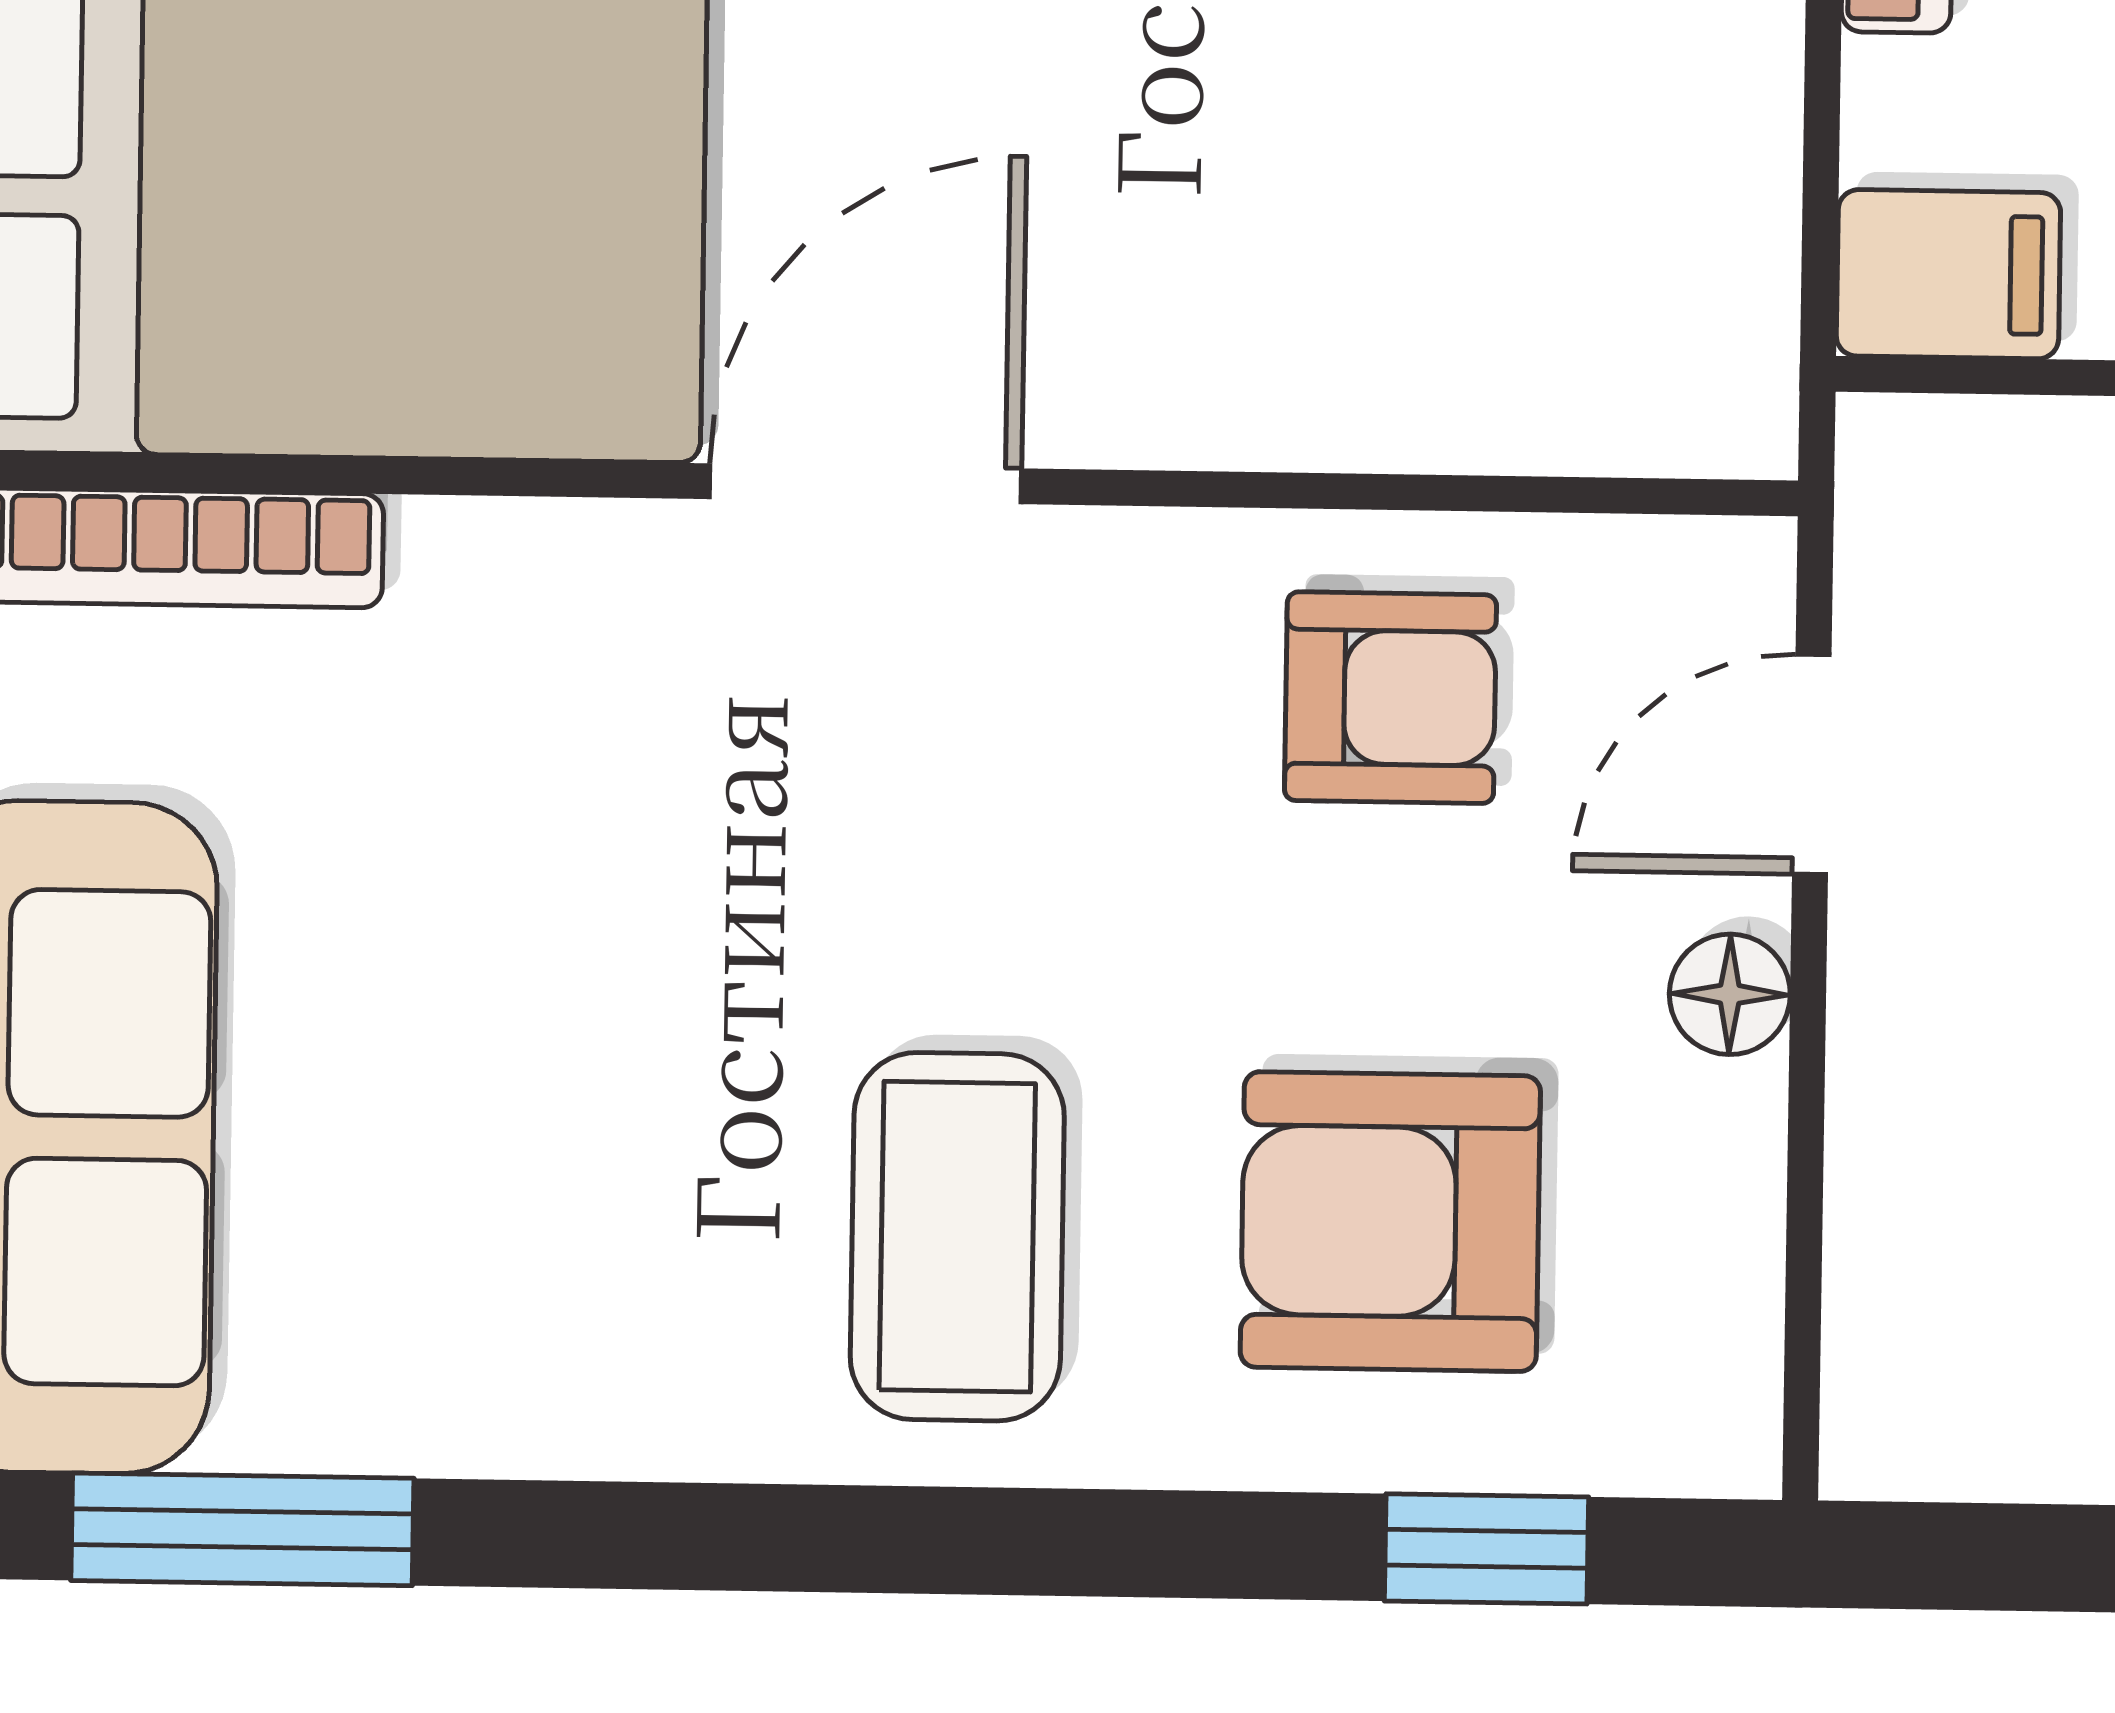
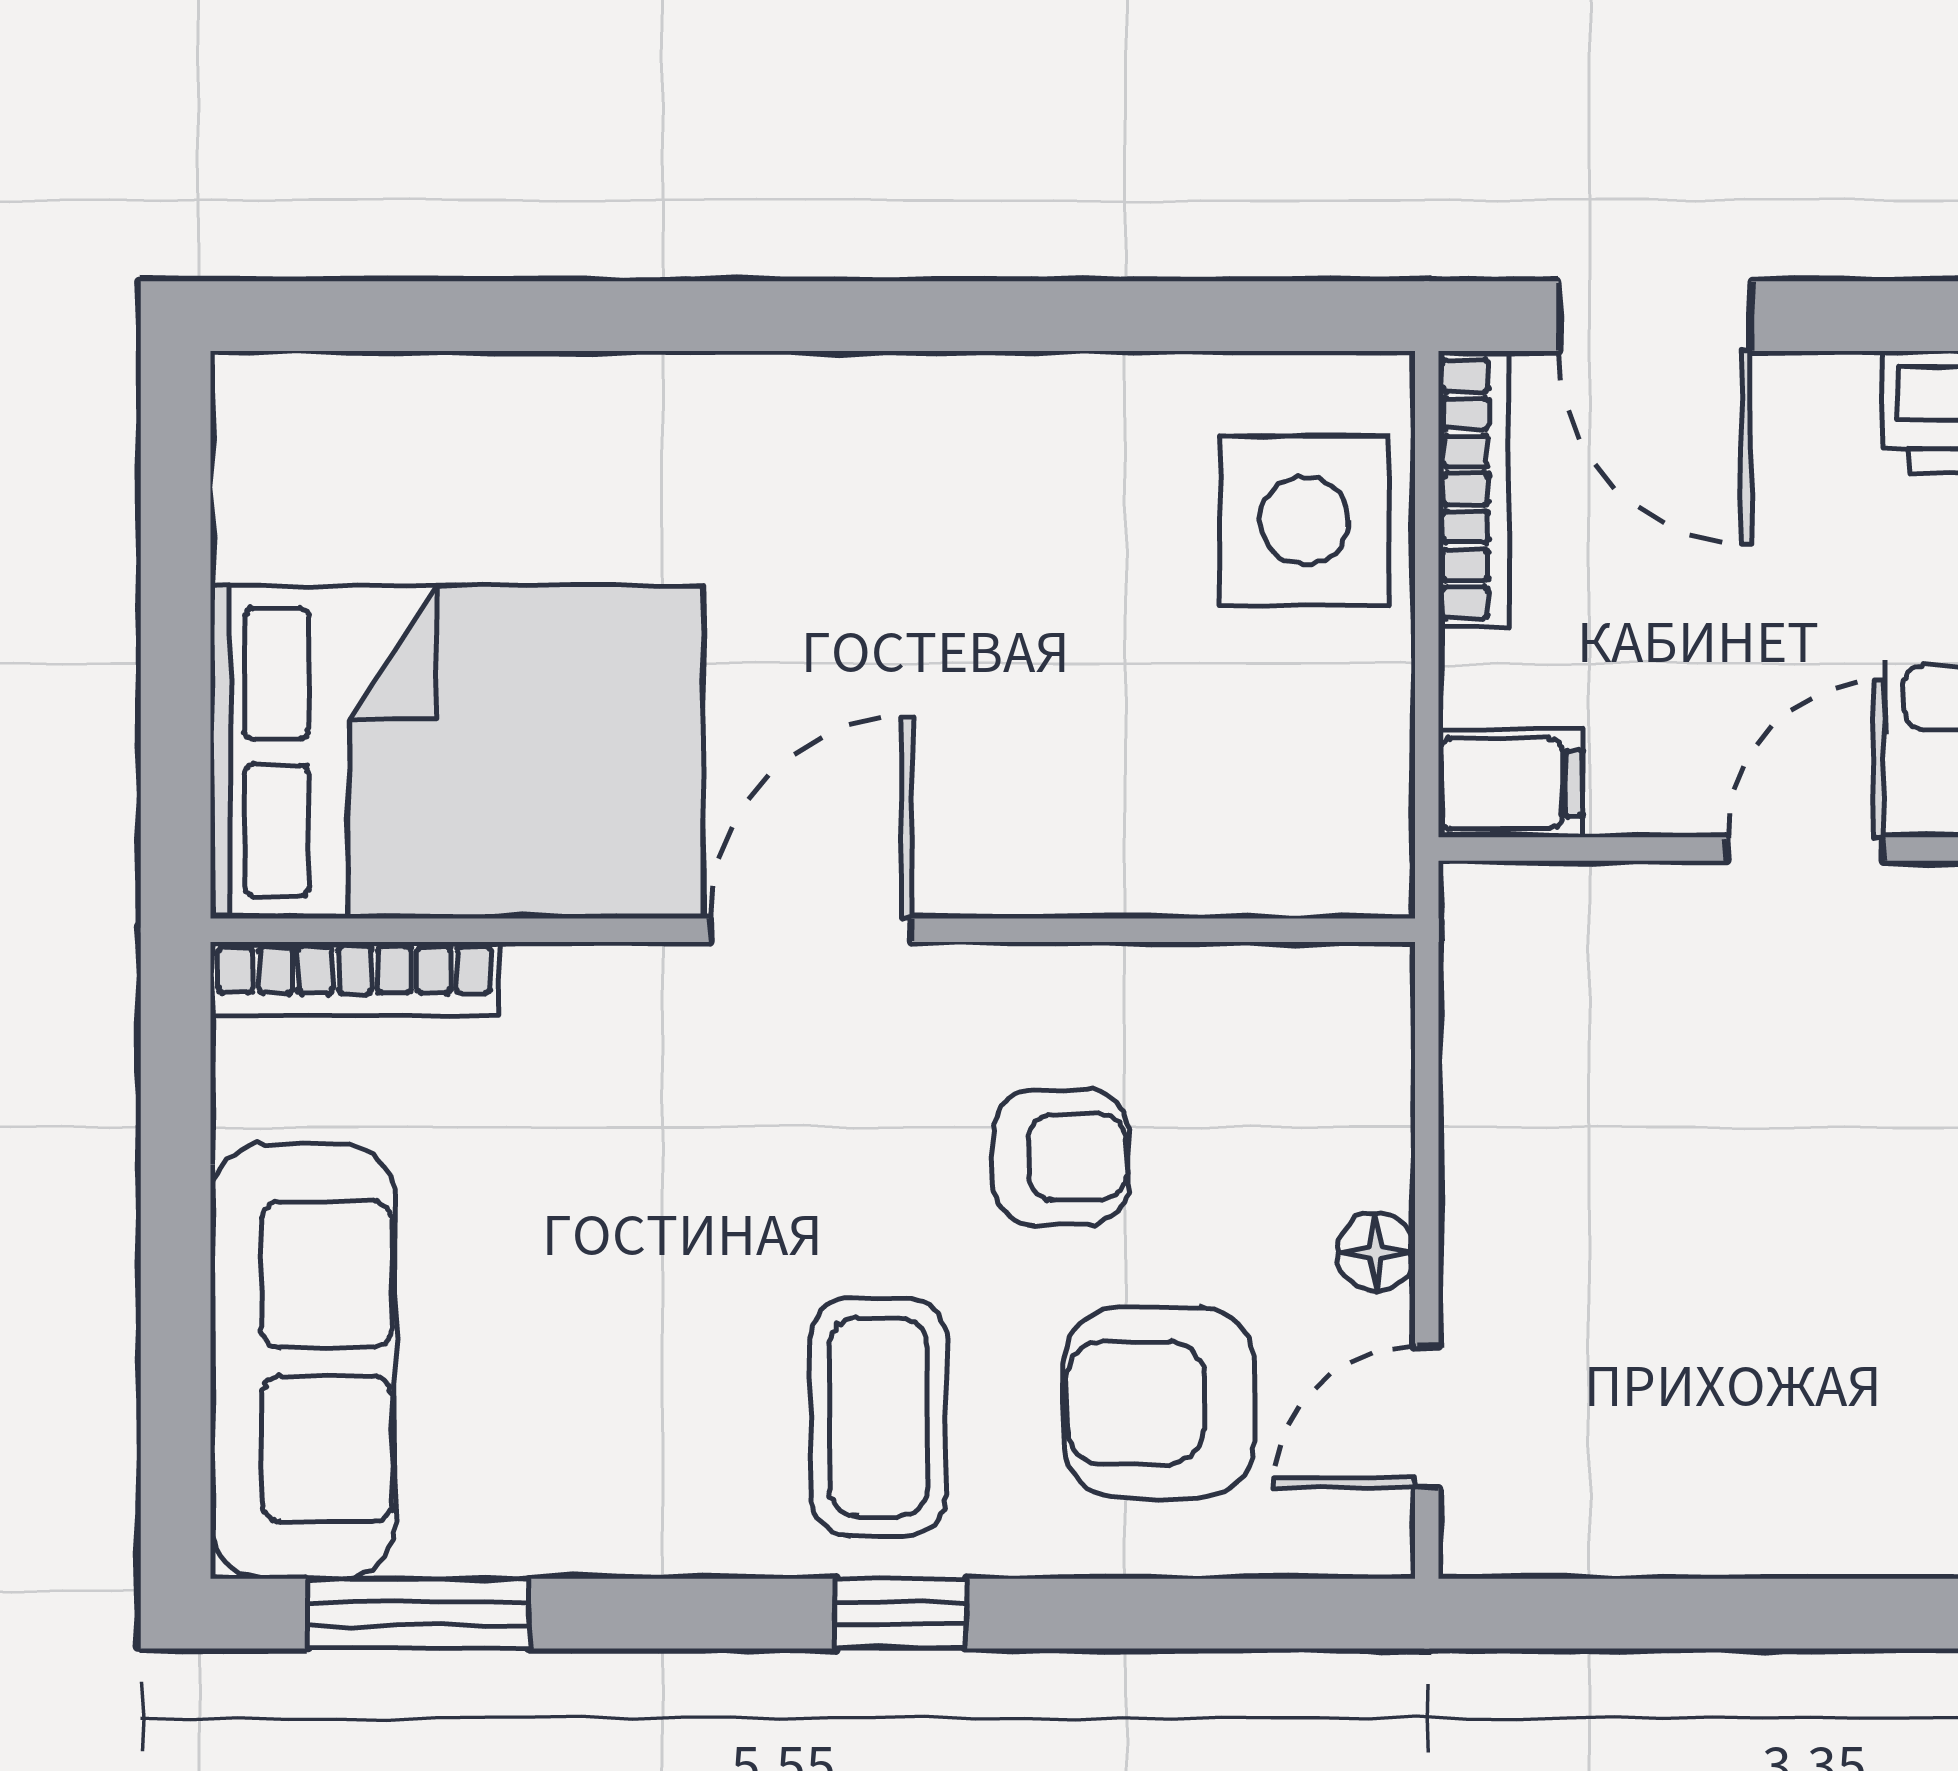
armchair: (1390, 698) -> (1061, 1157), moved
door: (1812, 764) -> (1427, 1417), moved
window: (1486, 1549) -> (901, 1614), moved

